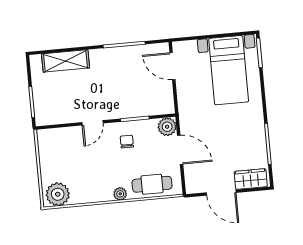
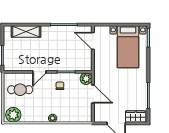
cafe table: (152, 184) -> (20, 90), moved

